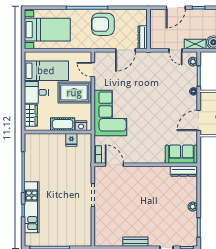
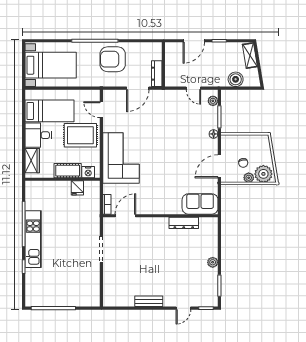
shelving: (195, 44) -> (215, 81), removed
door: (114, 165) -> (125, 216), hinge flipped
dresser: (184, 171) -> (184, 223), moved
kitchen unit: (32, 207) -> (33, 239), moved

